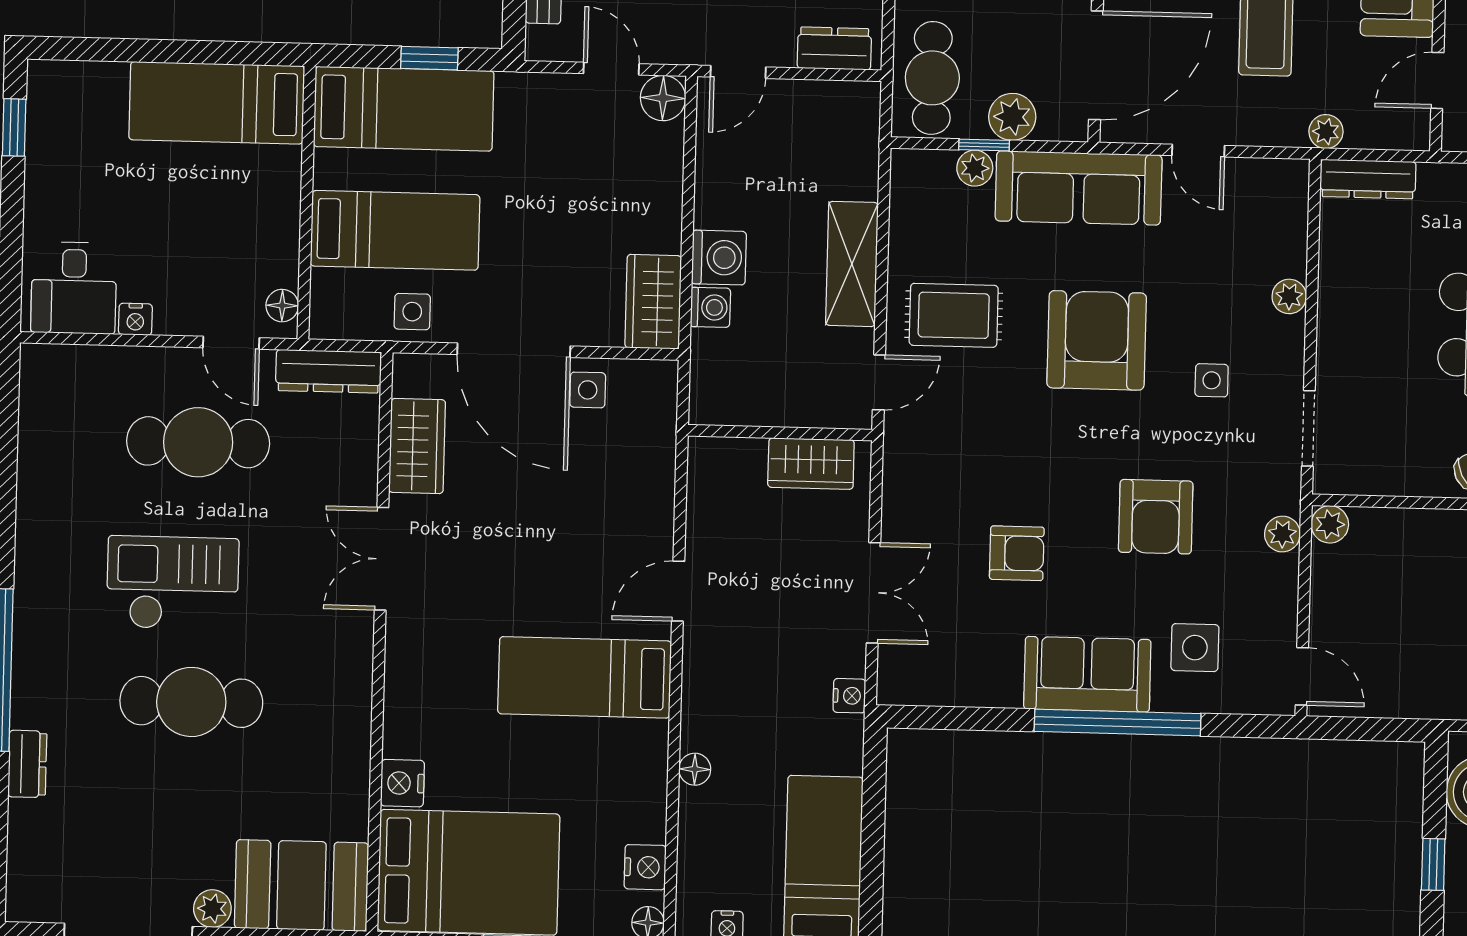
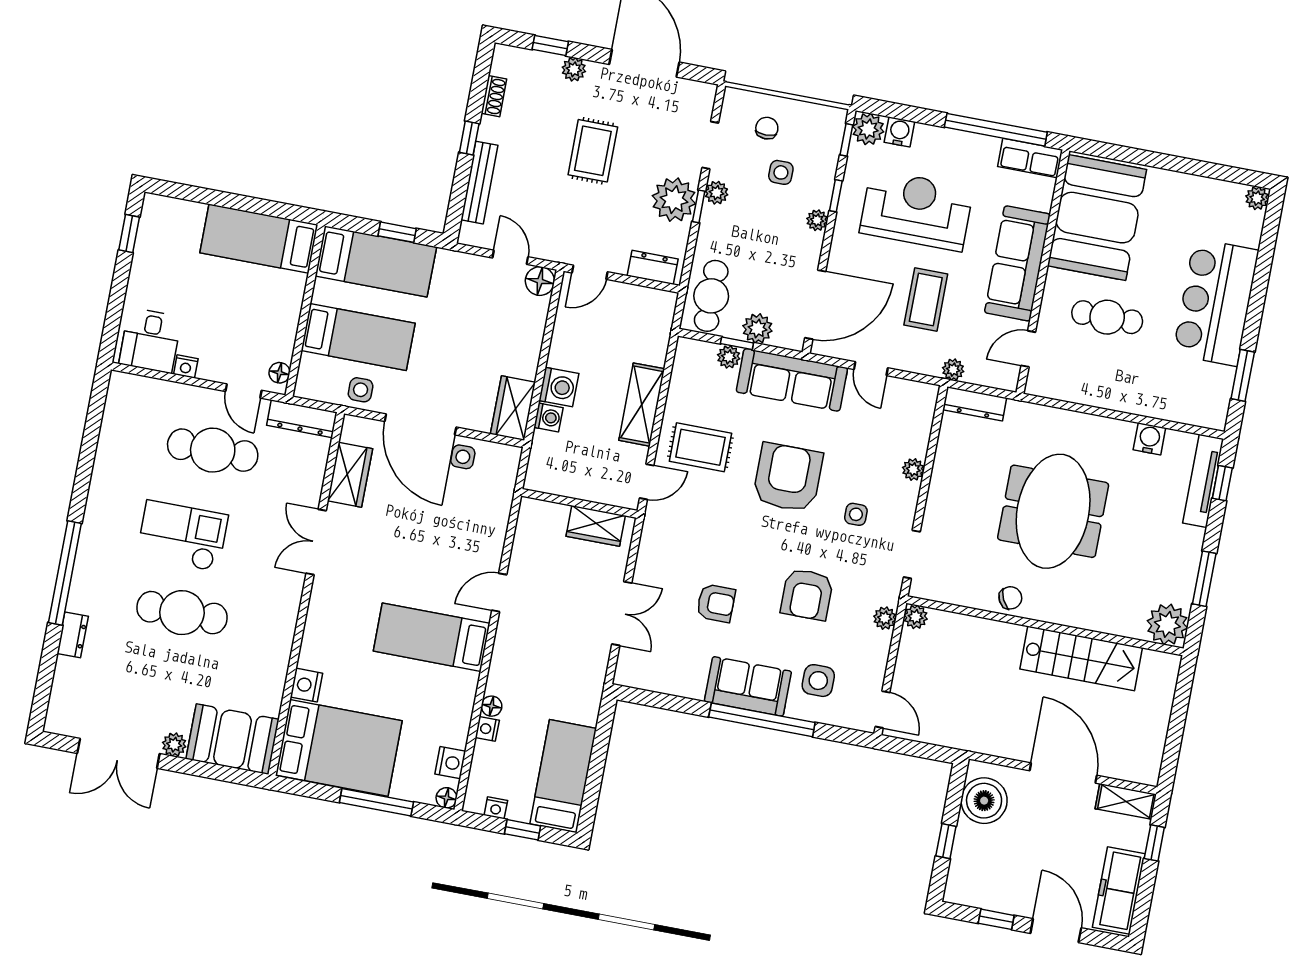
nightstand: (849, 696) -> (487, 729), moved, turned 180

